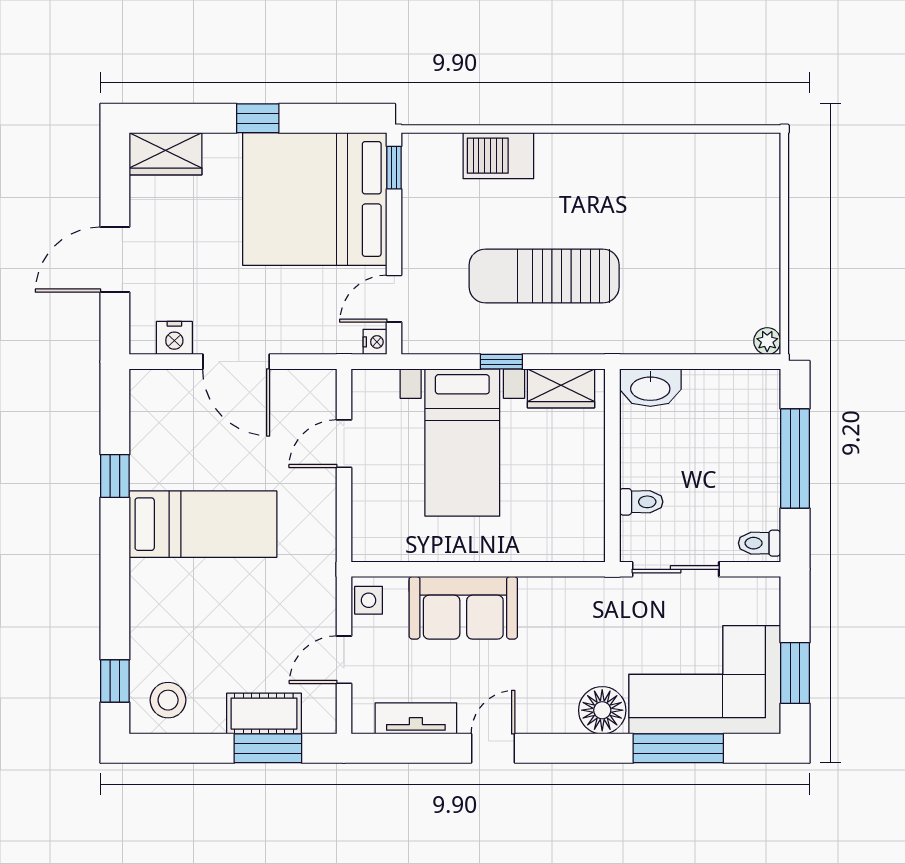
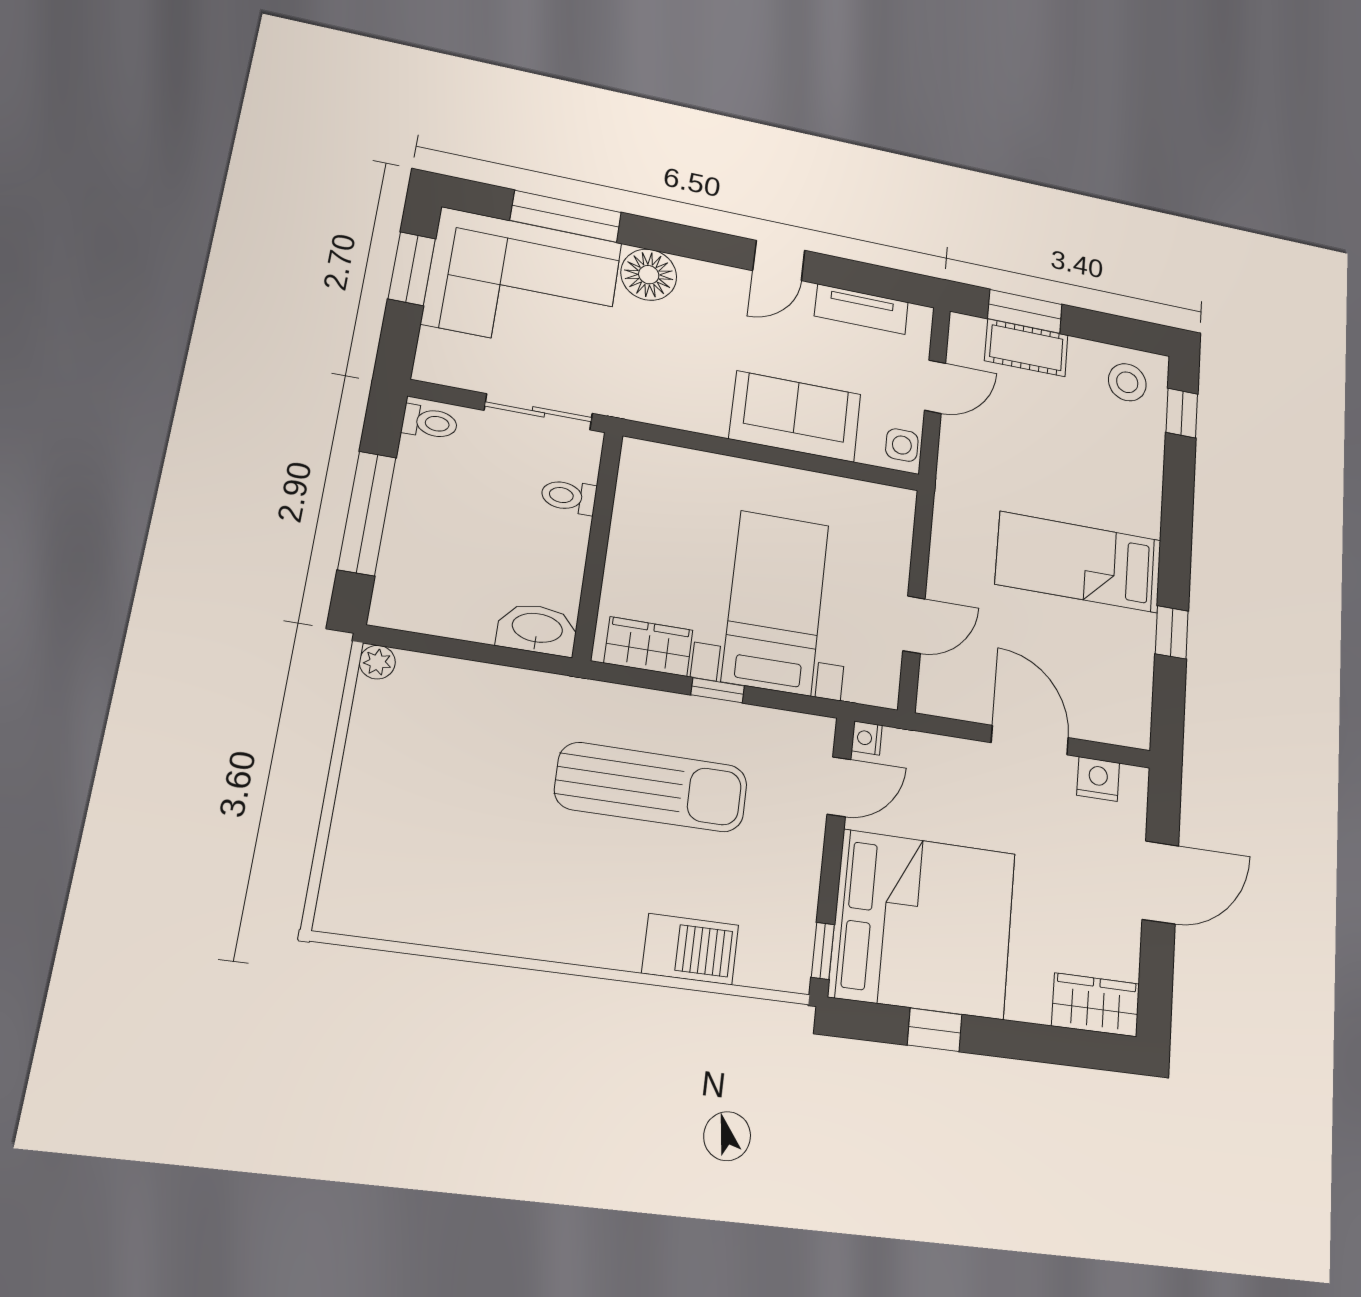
window: (258, 118) -> (935, 1030), moved

